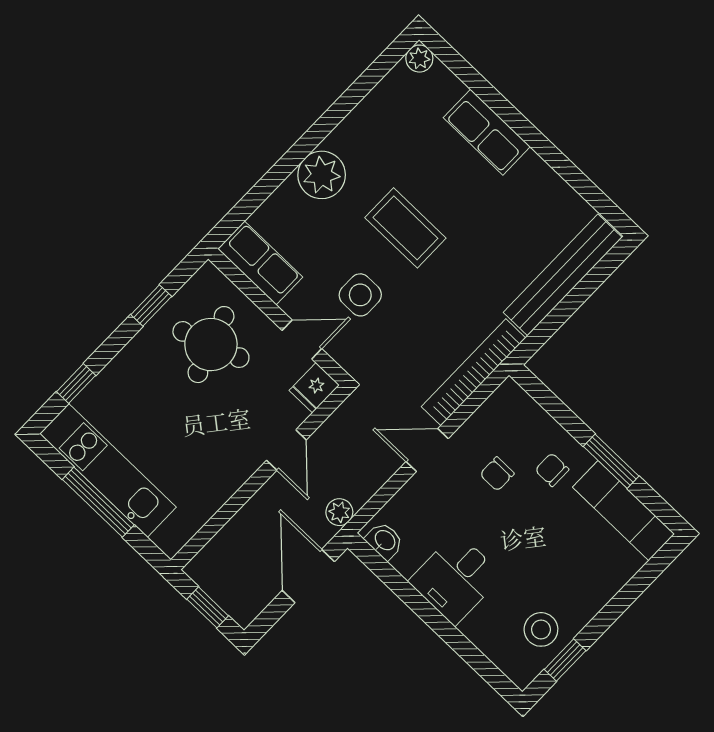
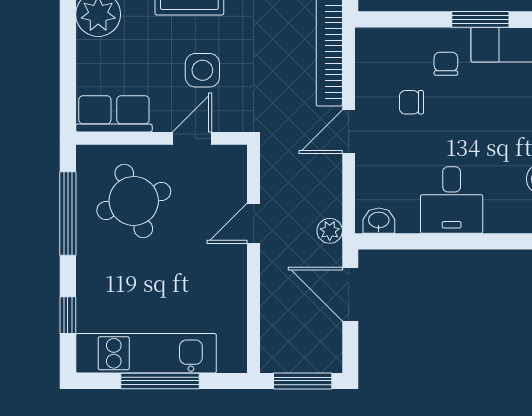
window: (151, 306) -> (68, 213), width x2.17
fridge: (314, 388) -> (232, 163), removed
door: (286, 450) -> (253, 223), swing flipped
chair: (552, 470) -> (446, 64), turned 90
chair: (497, 474) -> (411, 102), turned 90
window: (208, 607) -> (303, 381), width x1.50

